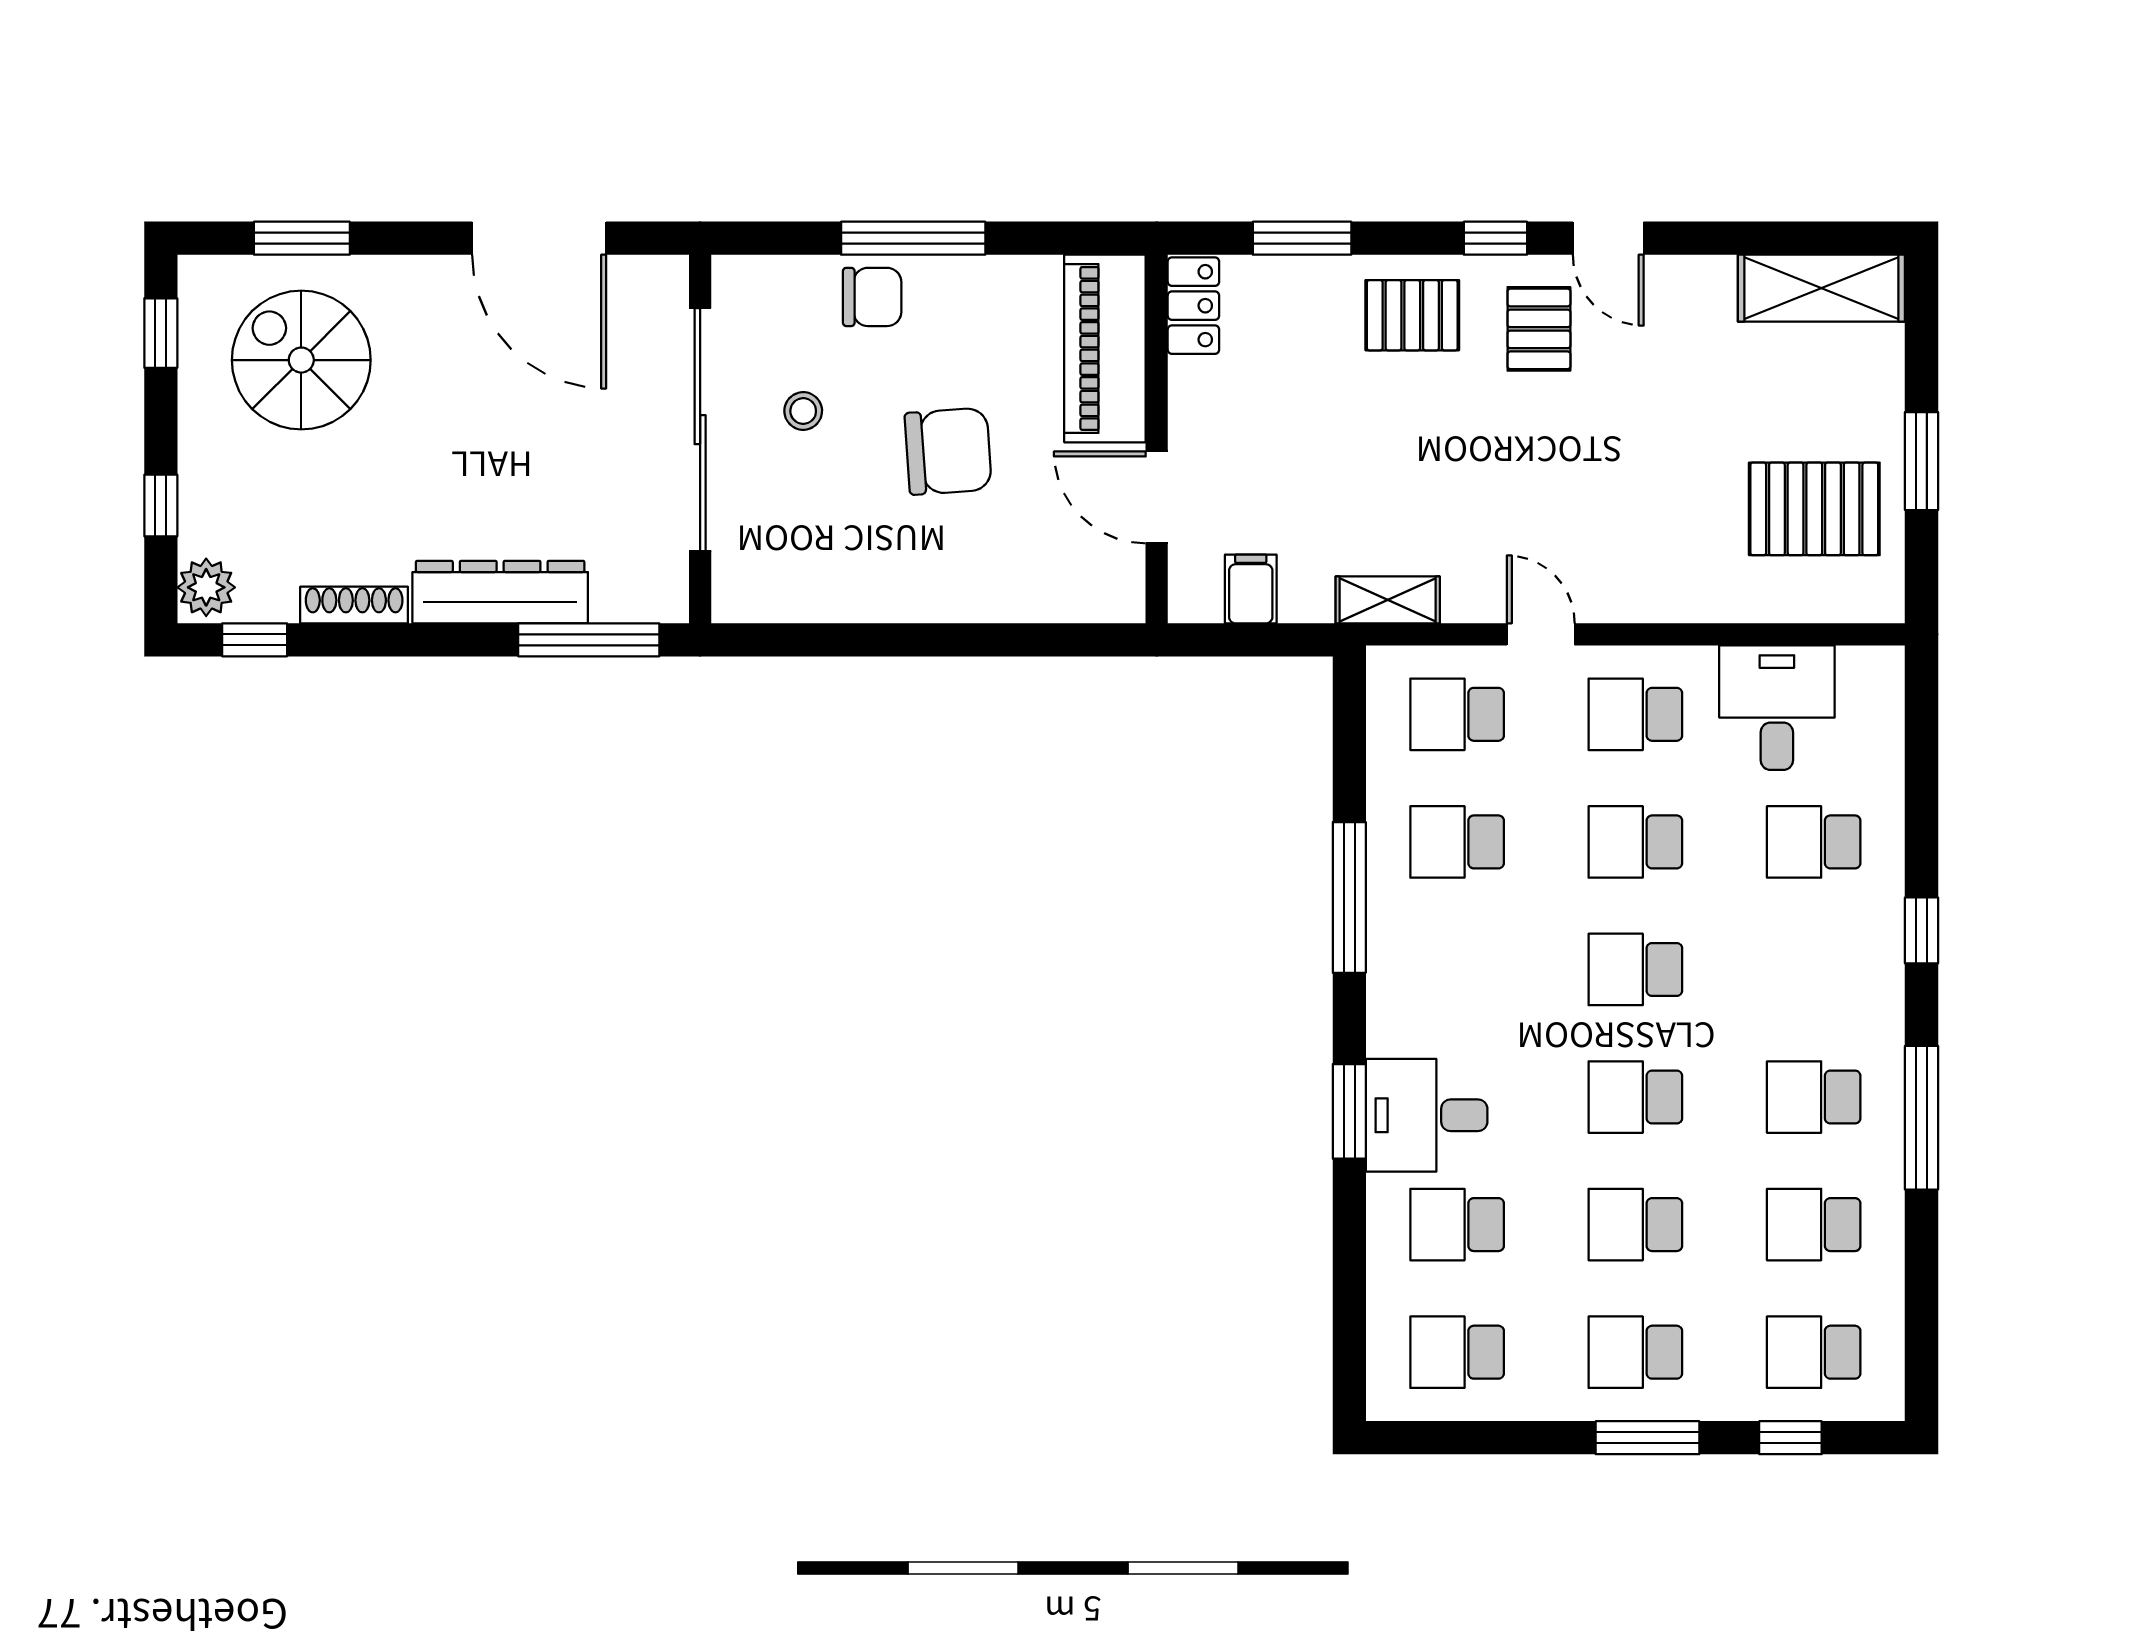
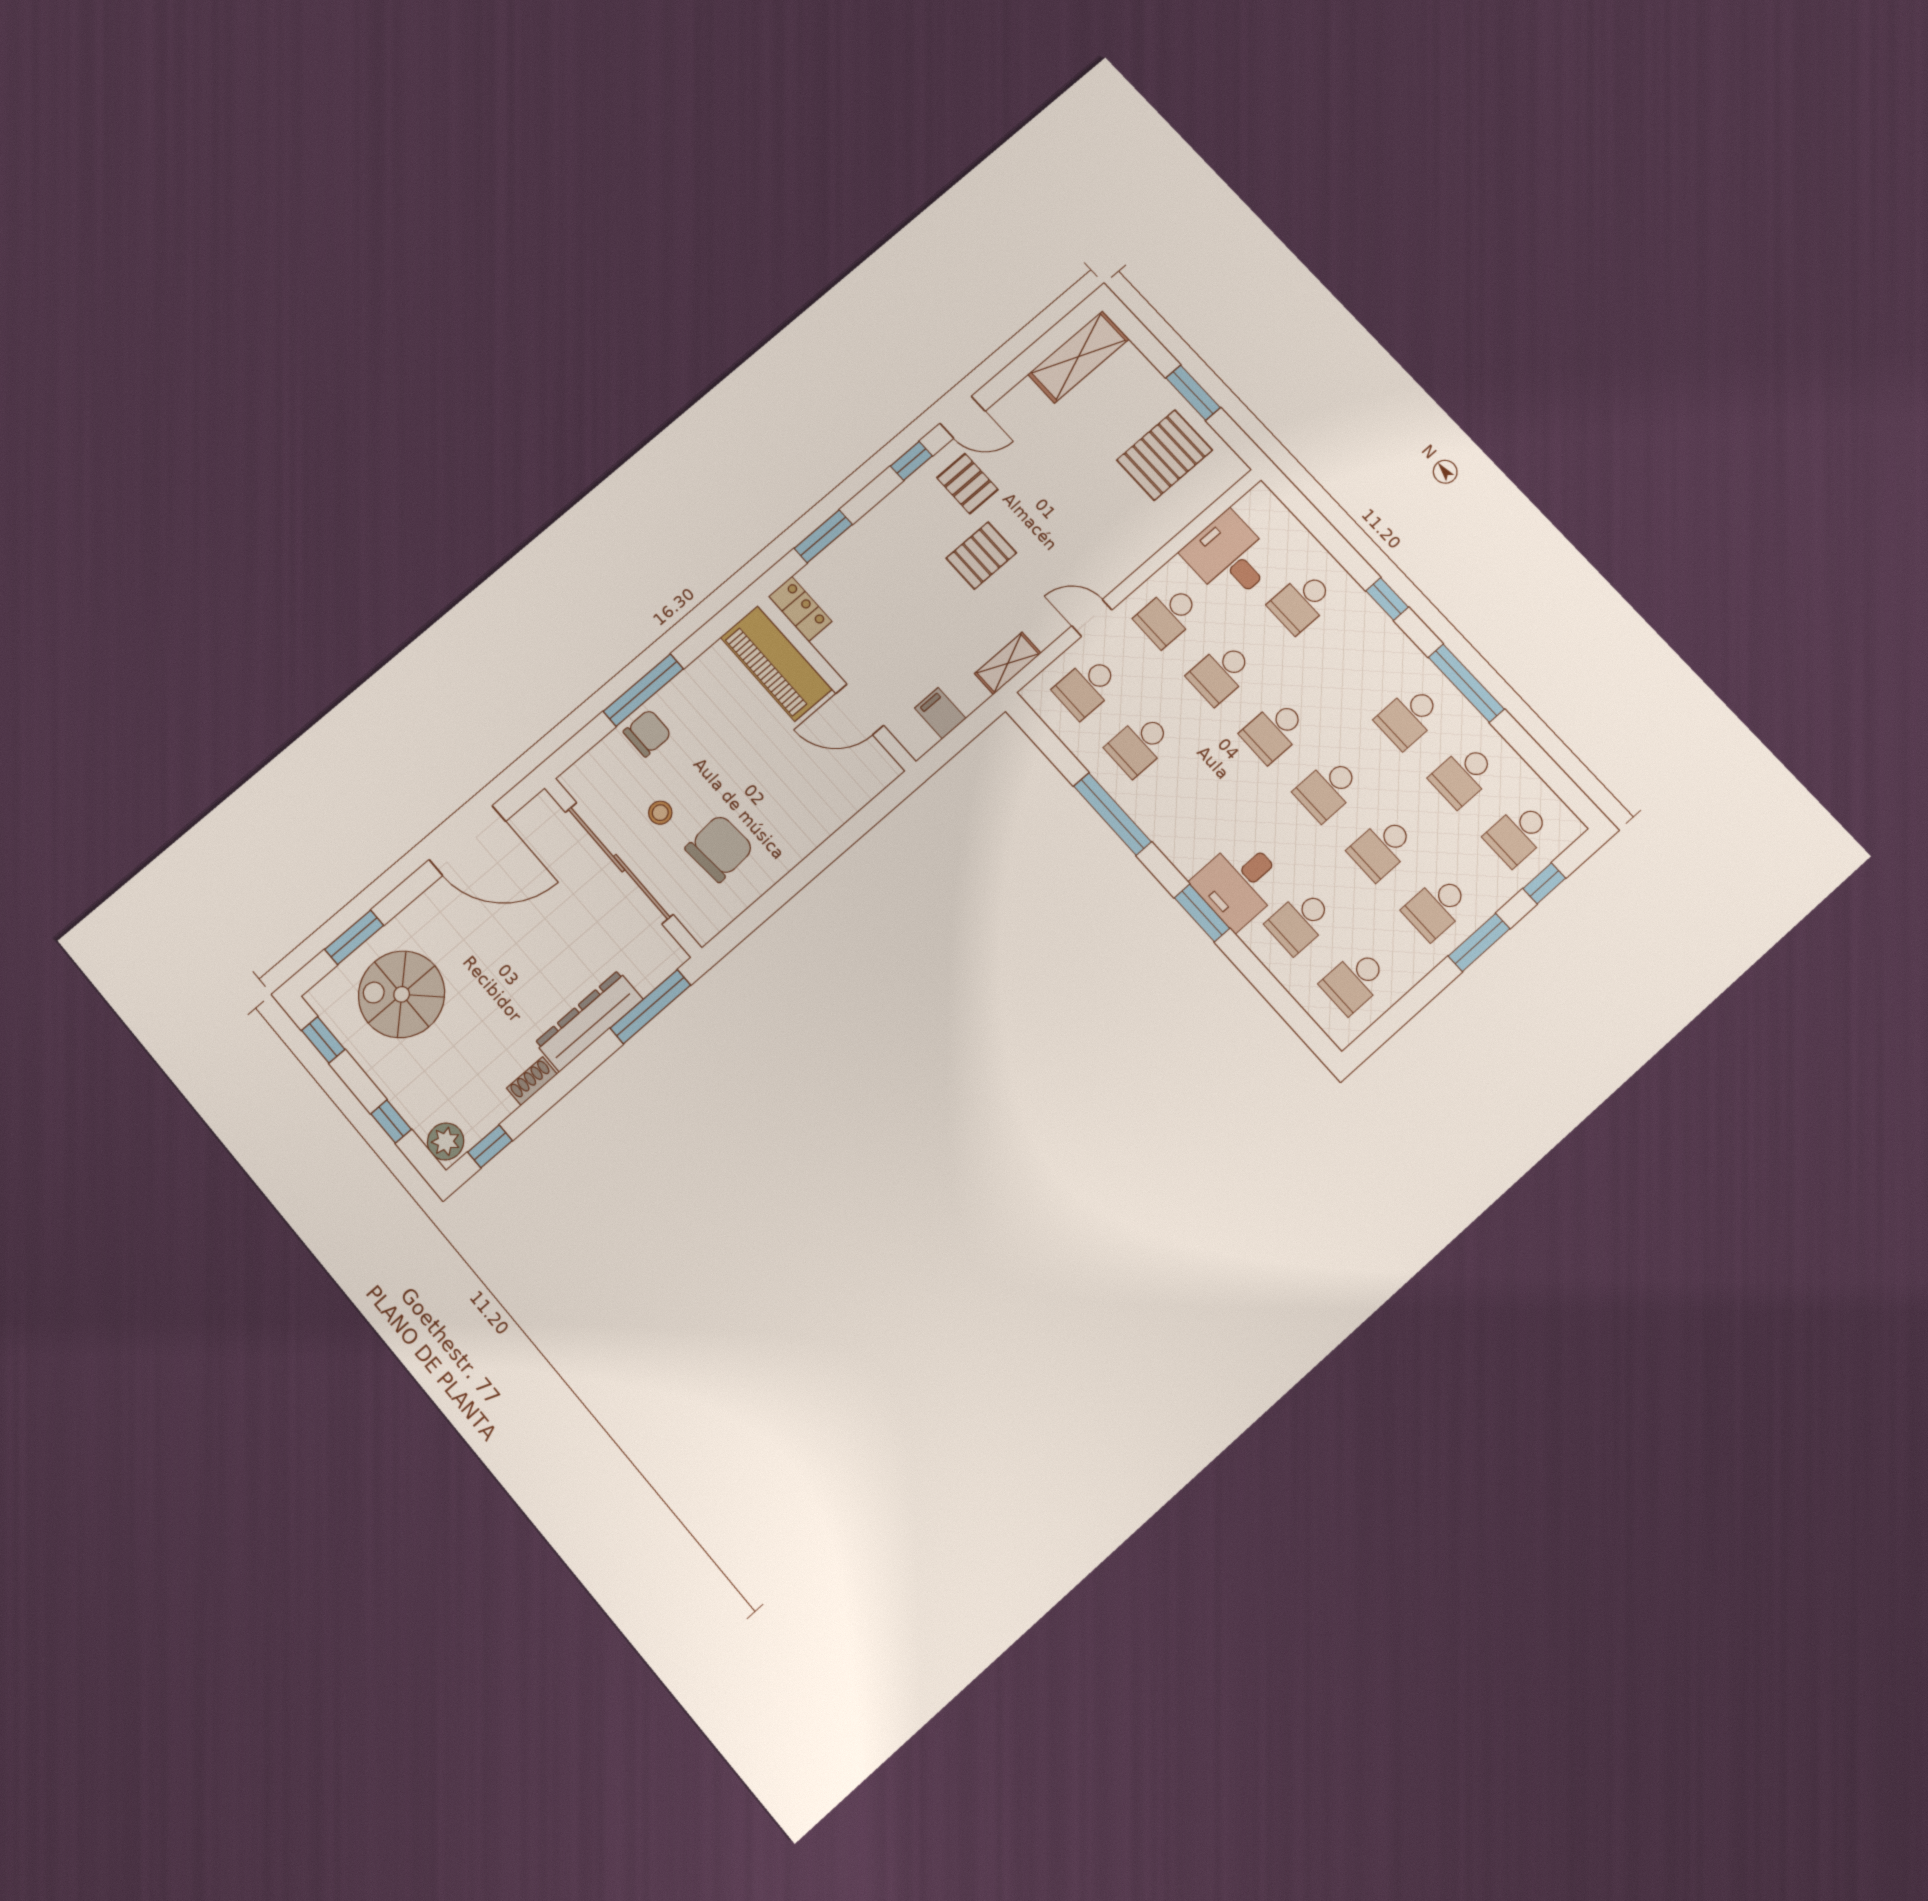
pallet: (1412, 315) -> (981, 556), moved
chair: (948, 451) -> (720, 848), moved
shoe rack: (354, 605) -> (532, 1081), width x0.70

